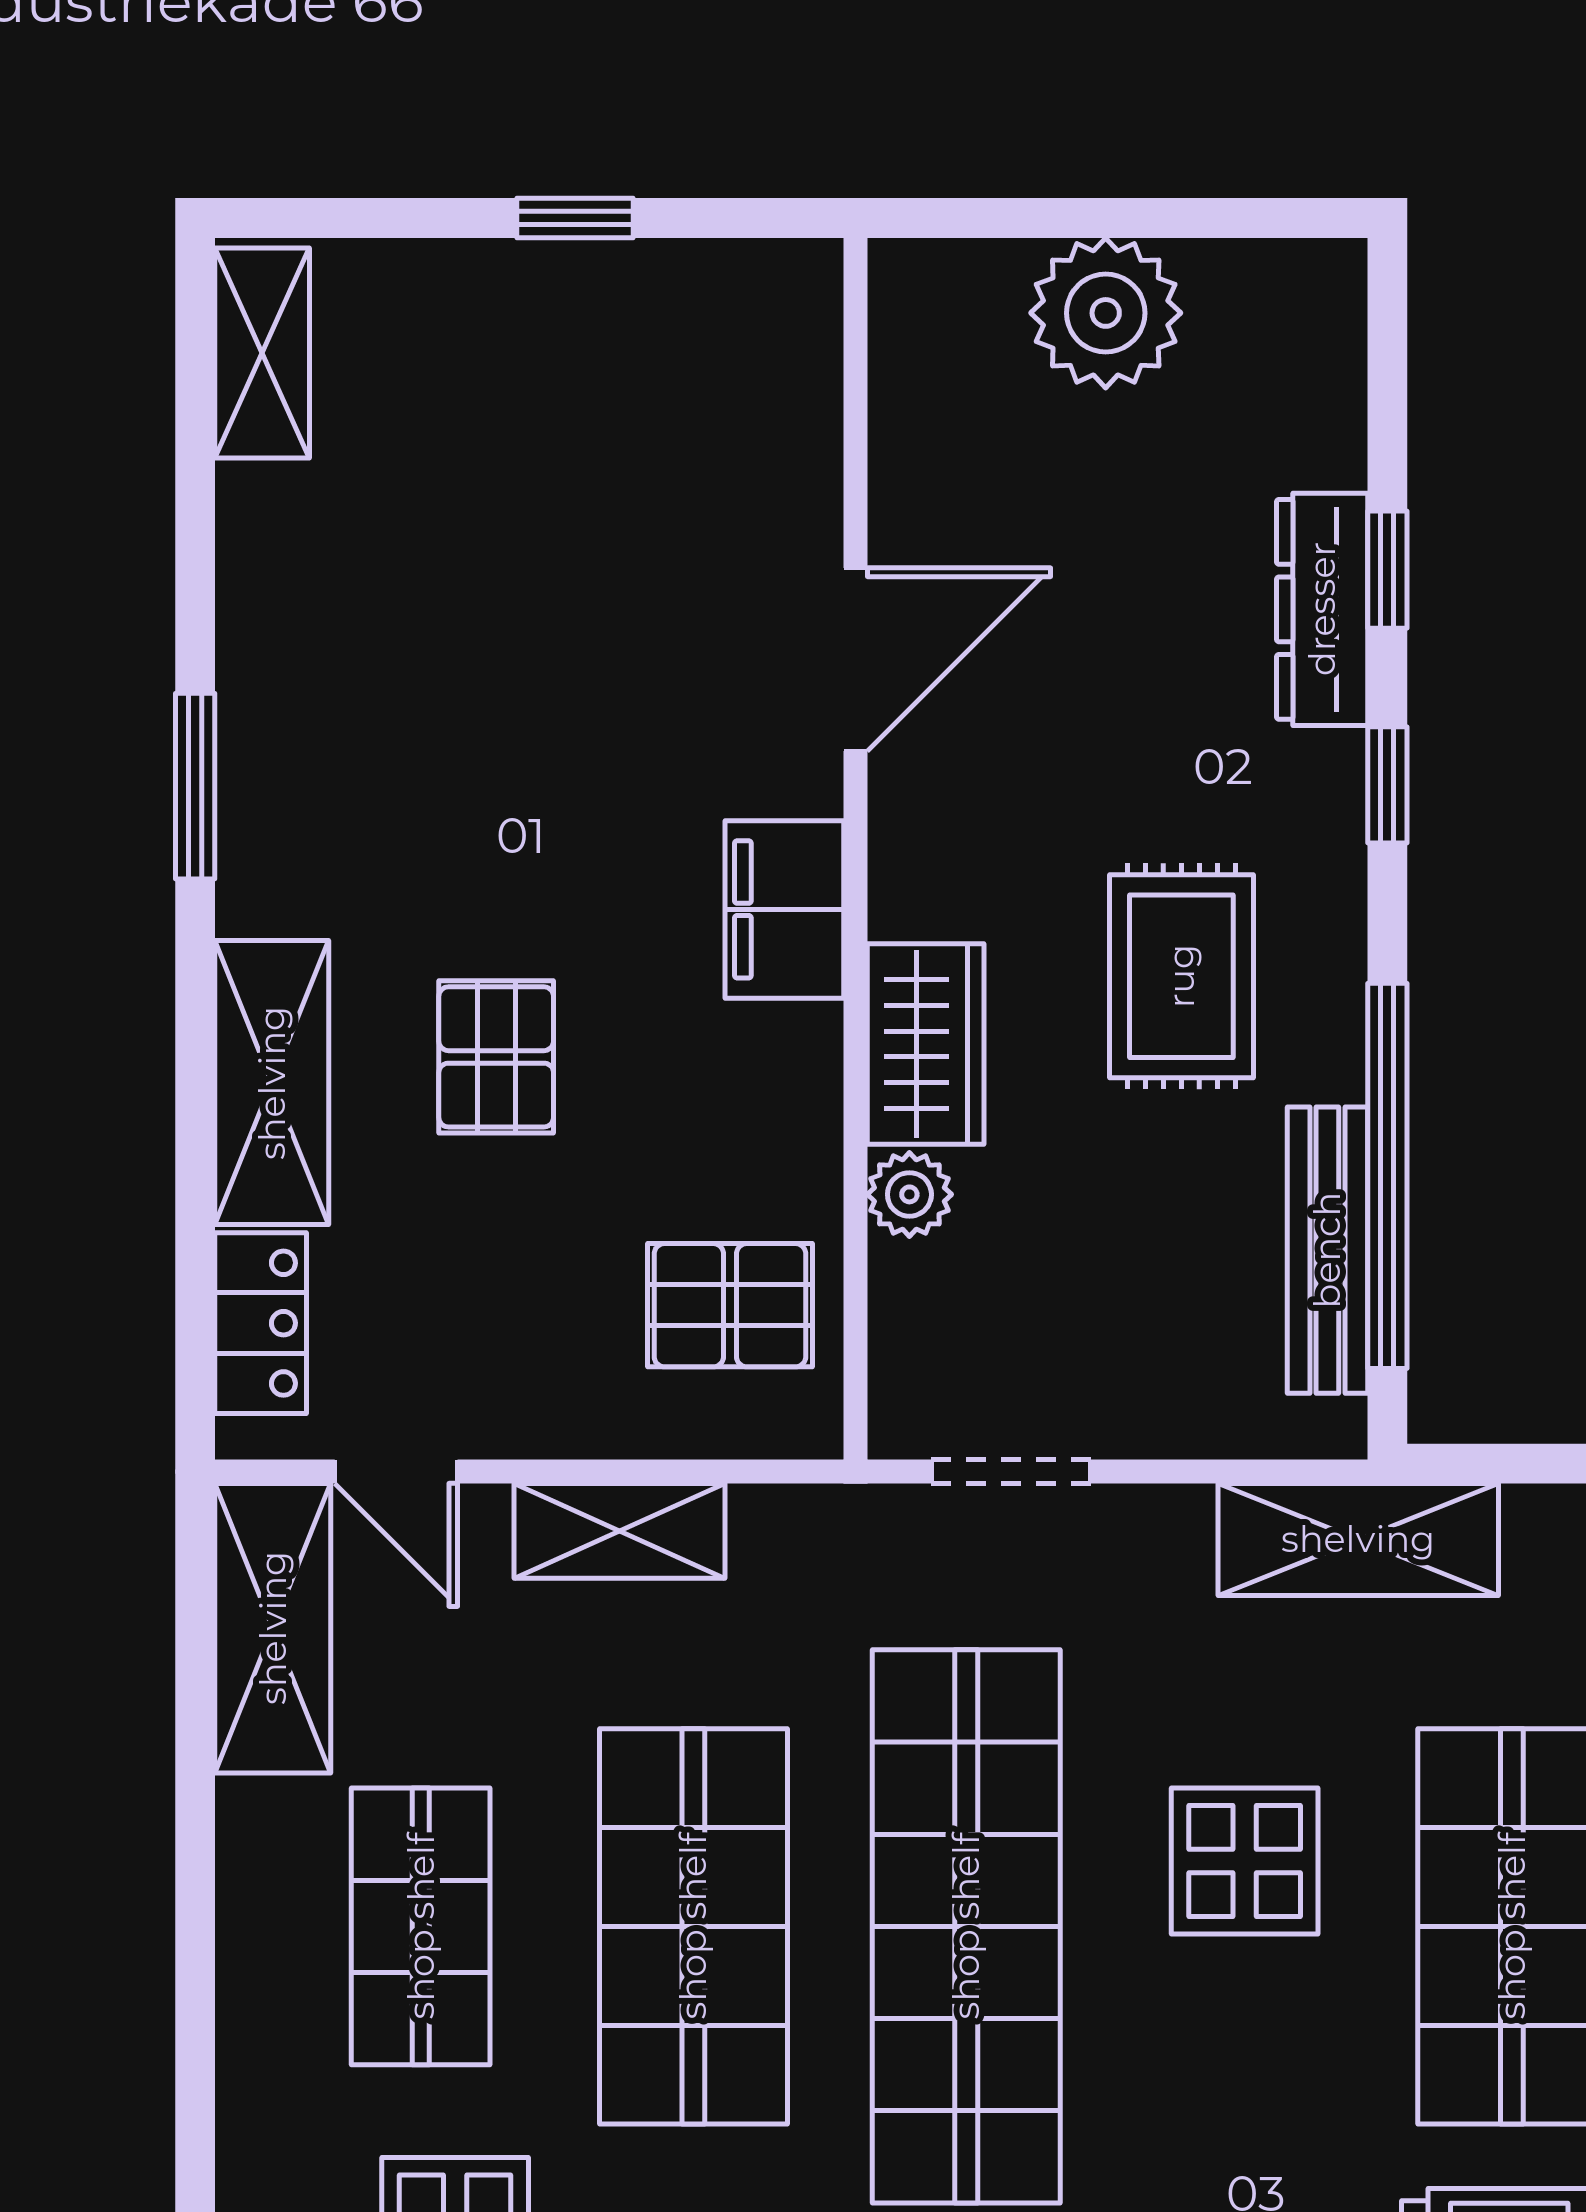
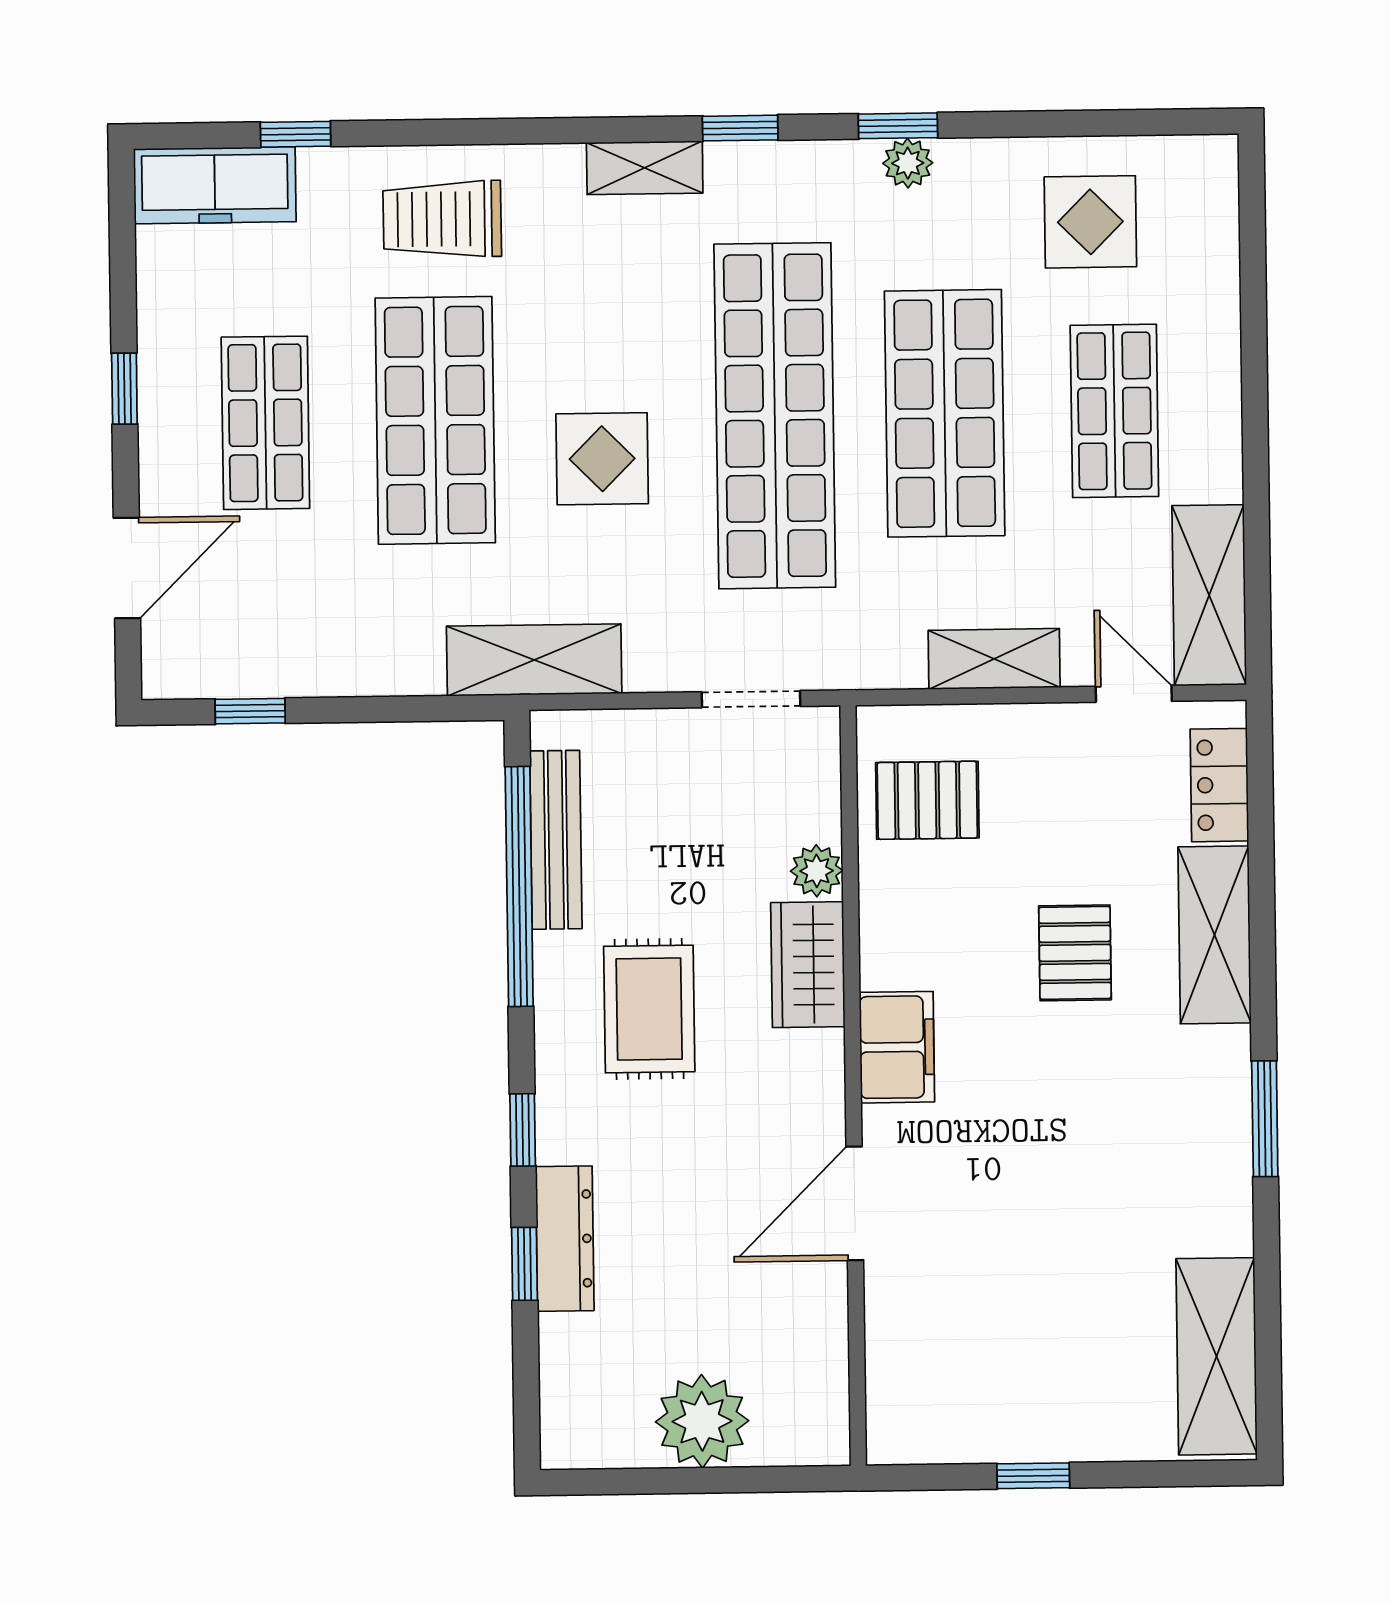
shelving: (262, 353) -> (1217, 1356), width x1.50, depth x1.33

